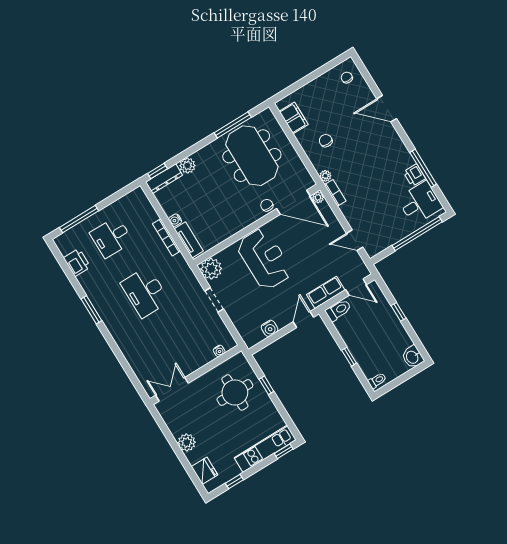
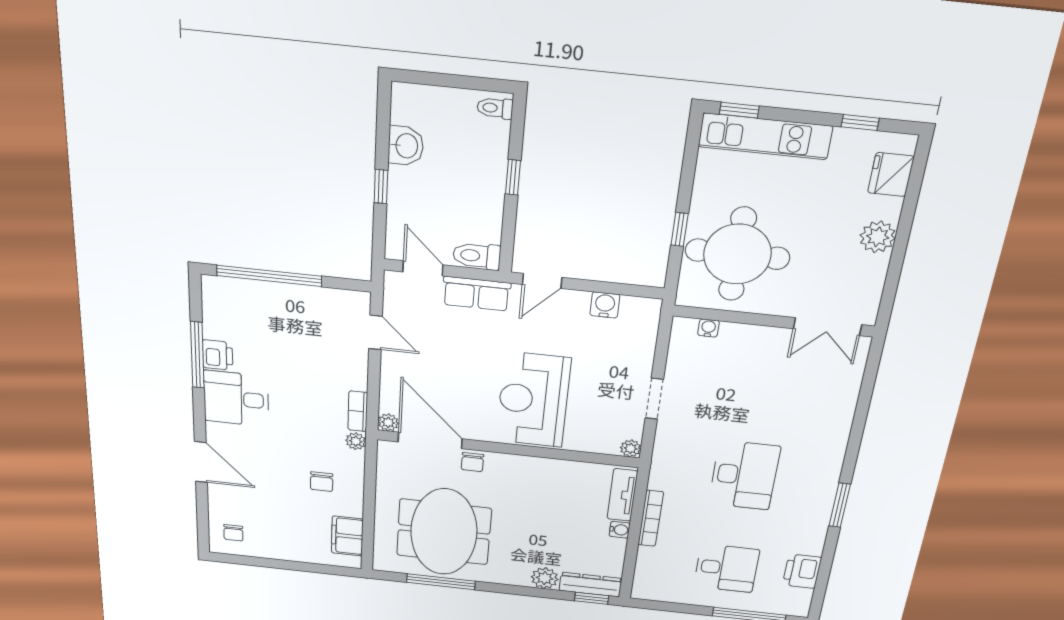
desk: (420, 203) -> (236, 399), moved
plant: (211, 269) -> (631, 448), width x0.53, depth x0.53
washbasin: (413, 357) -> (406, 146), moved
round table: (235, 392) -> (737, 254), width x1.36, depth x1.36

